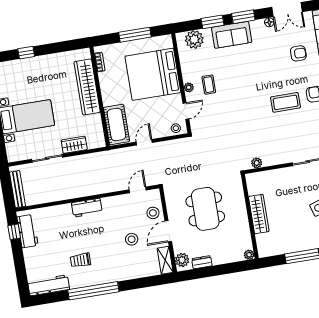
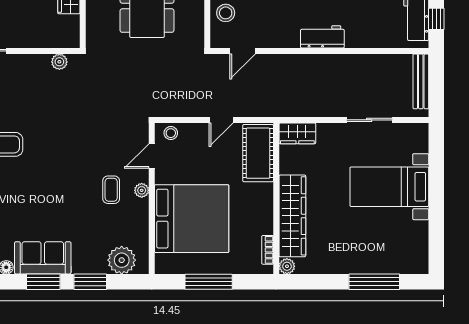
sofa: (232, 35) -> (43, 258), moved
window: (26, 53) -> (374, 282), width x2.17
plant: (85, 53) -> (287, 266), added
wardrobe: (74, 145) -> (297, 133), moved

